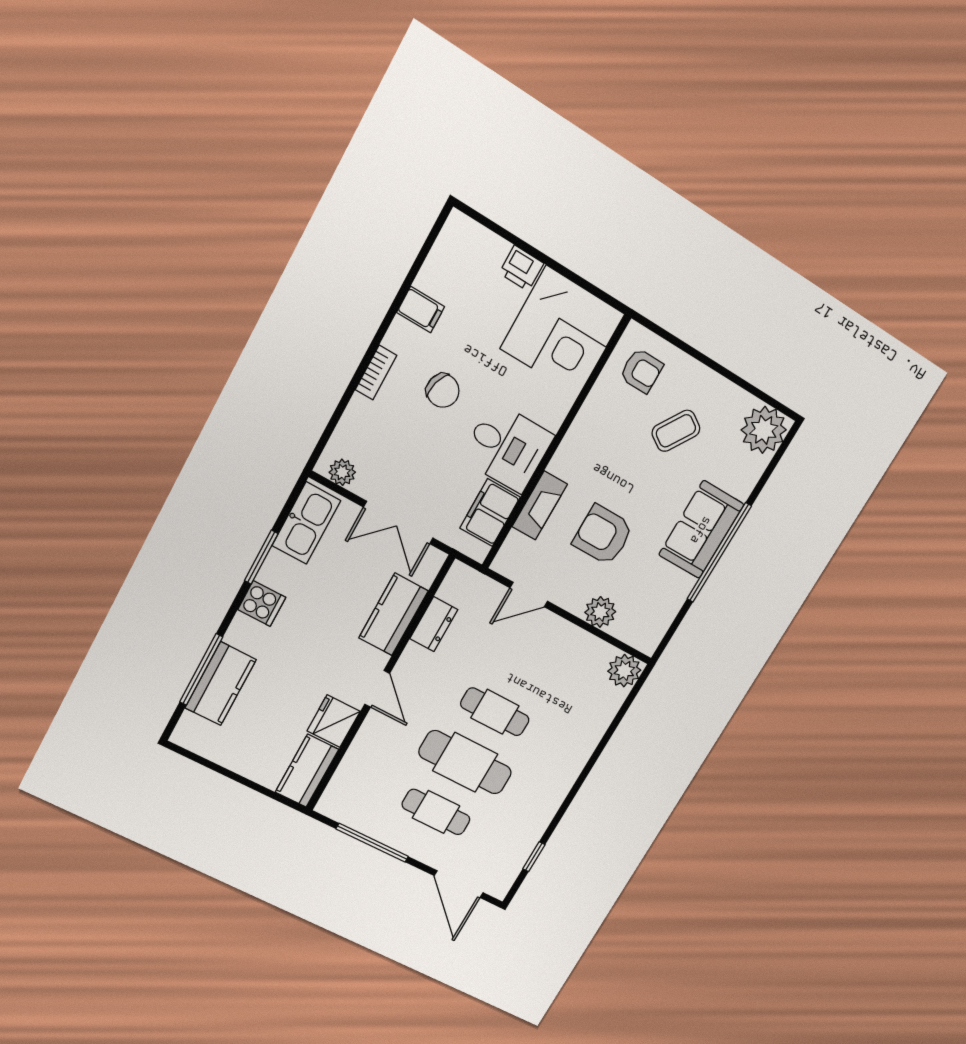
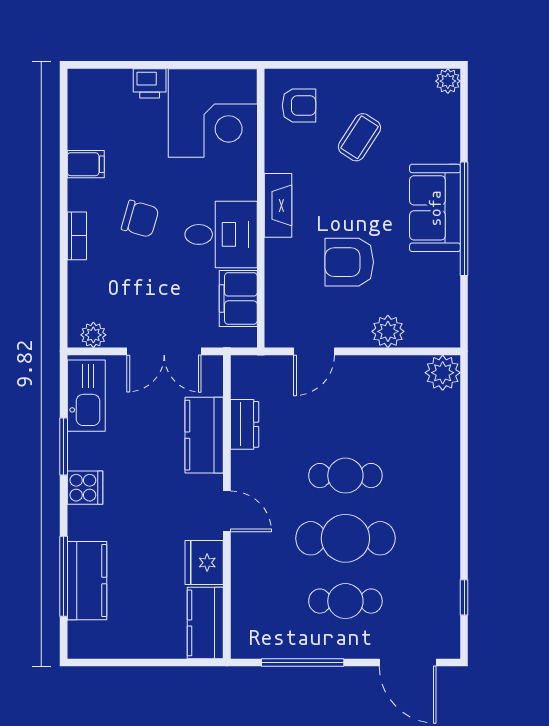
plant: (764, 430) -> (448, 81), width x0.53, depth x0.53
fireplace: (540, 505) -> (278, 205), moved

